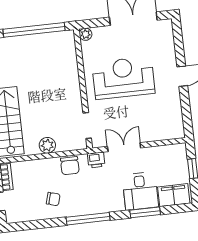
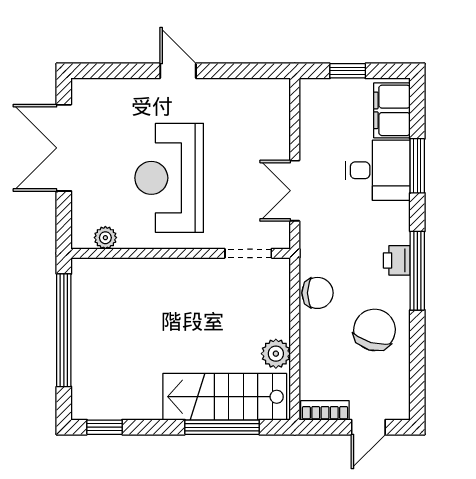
plant: (86, 34) -> (105, 238), moved
plant: (47, 145) -> (276, 354), moved
printer: (96, 160) -> (397, 260), moved, turned 180
chair: (53, 199) -> (375, 330), width x1.87, depth x1.87

